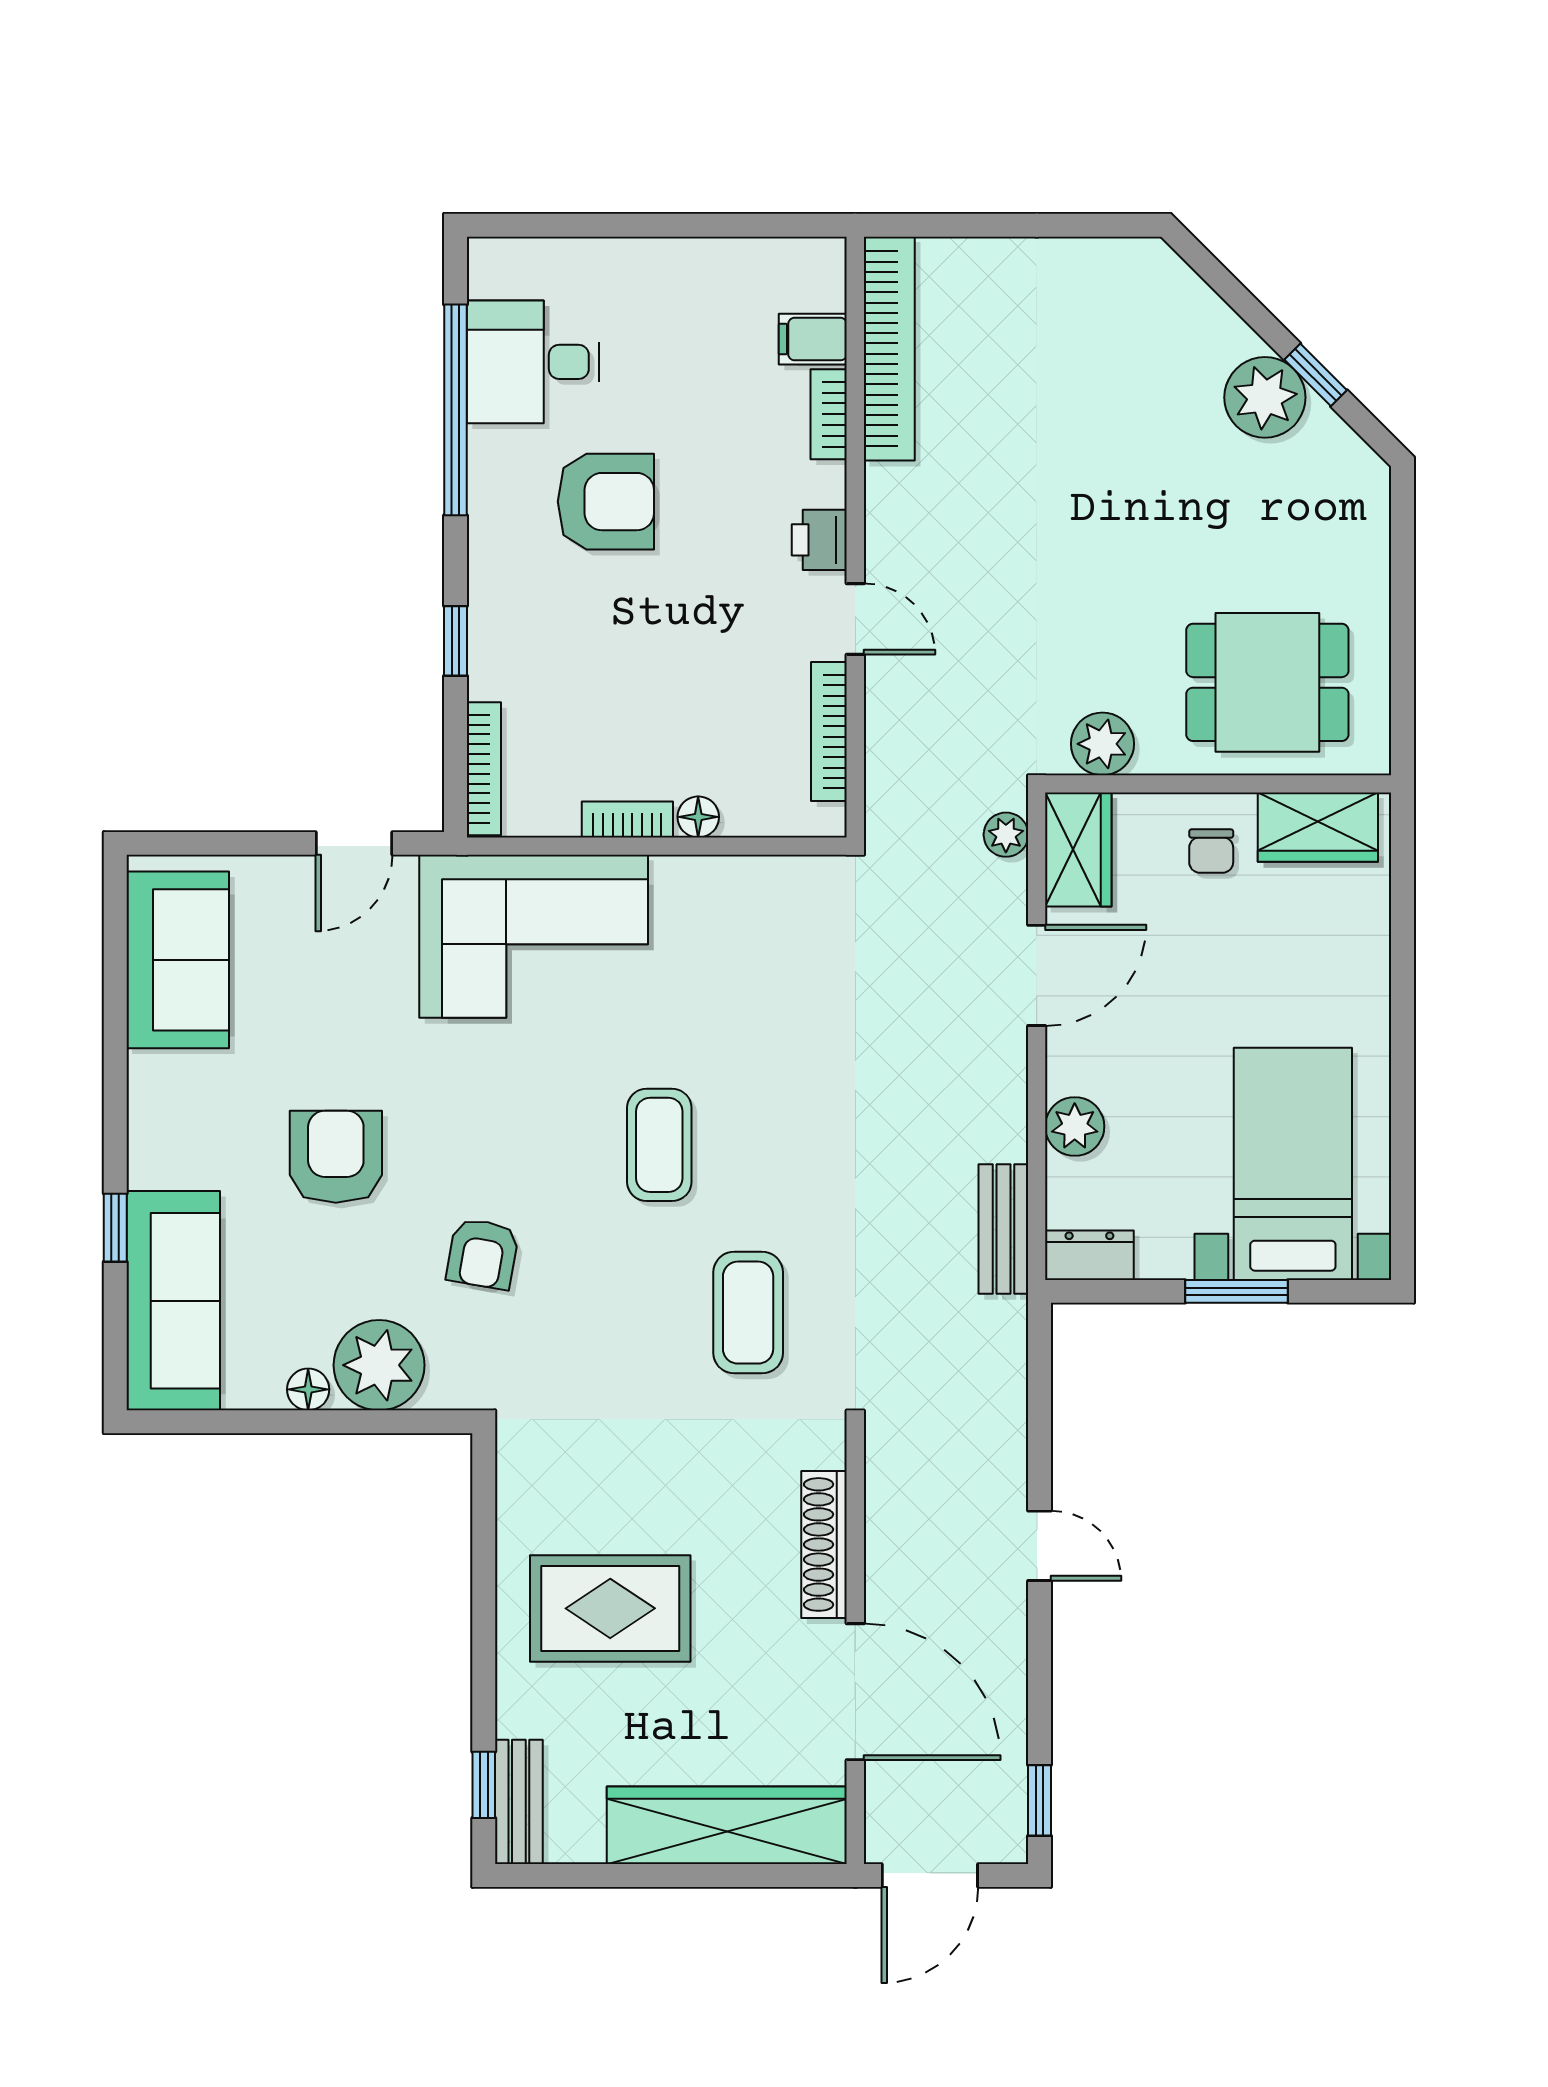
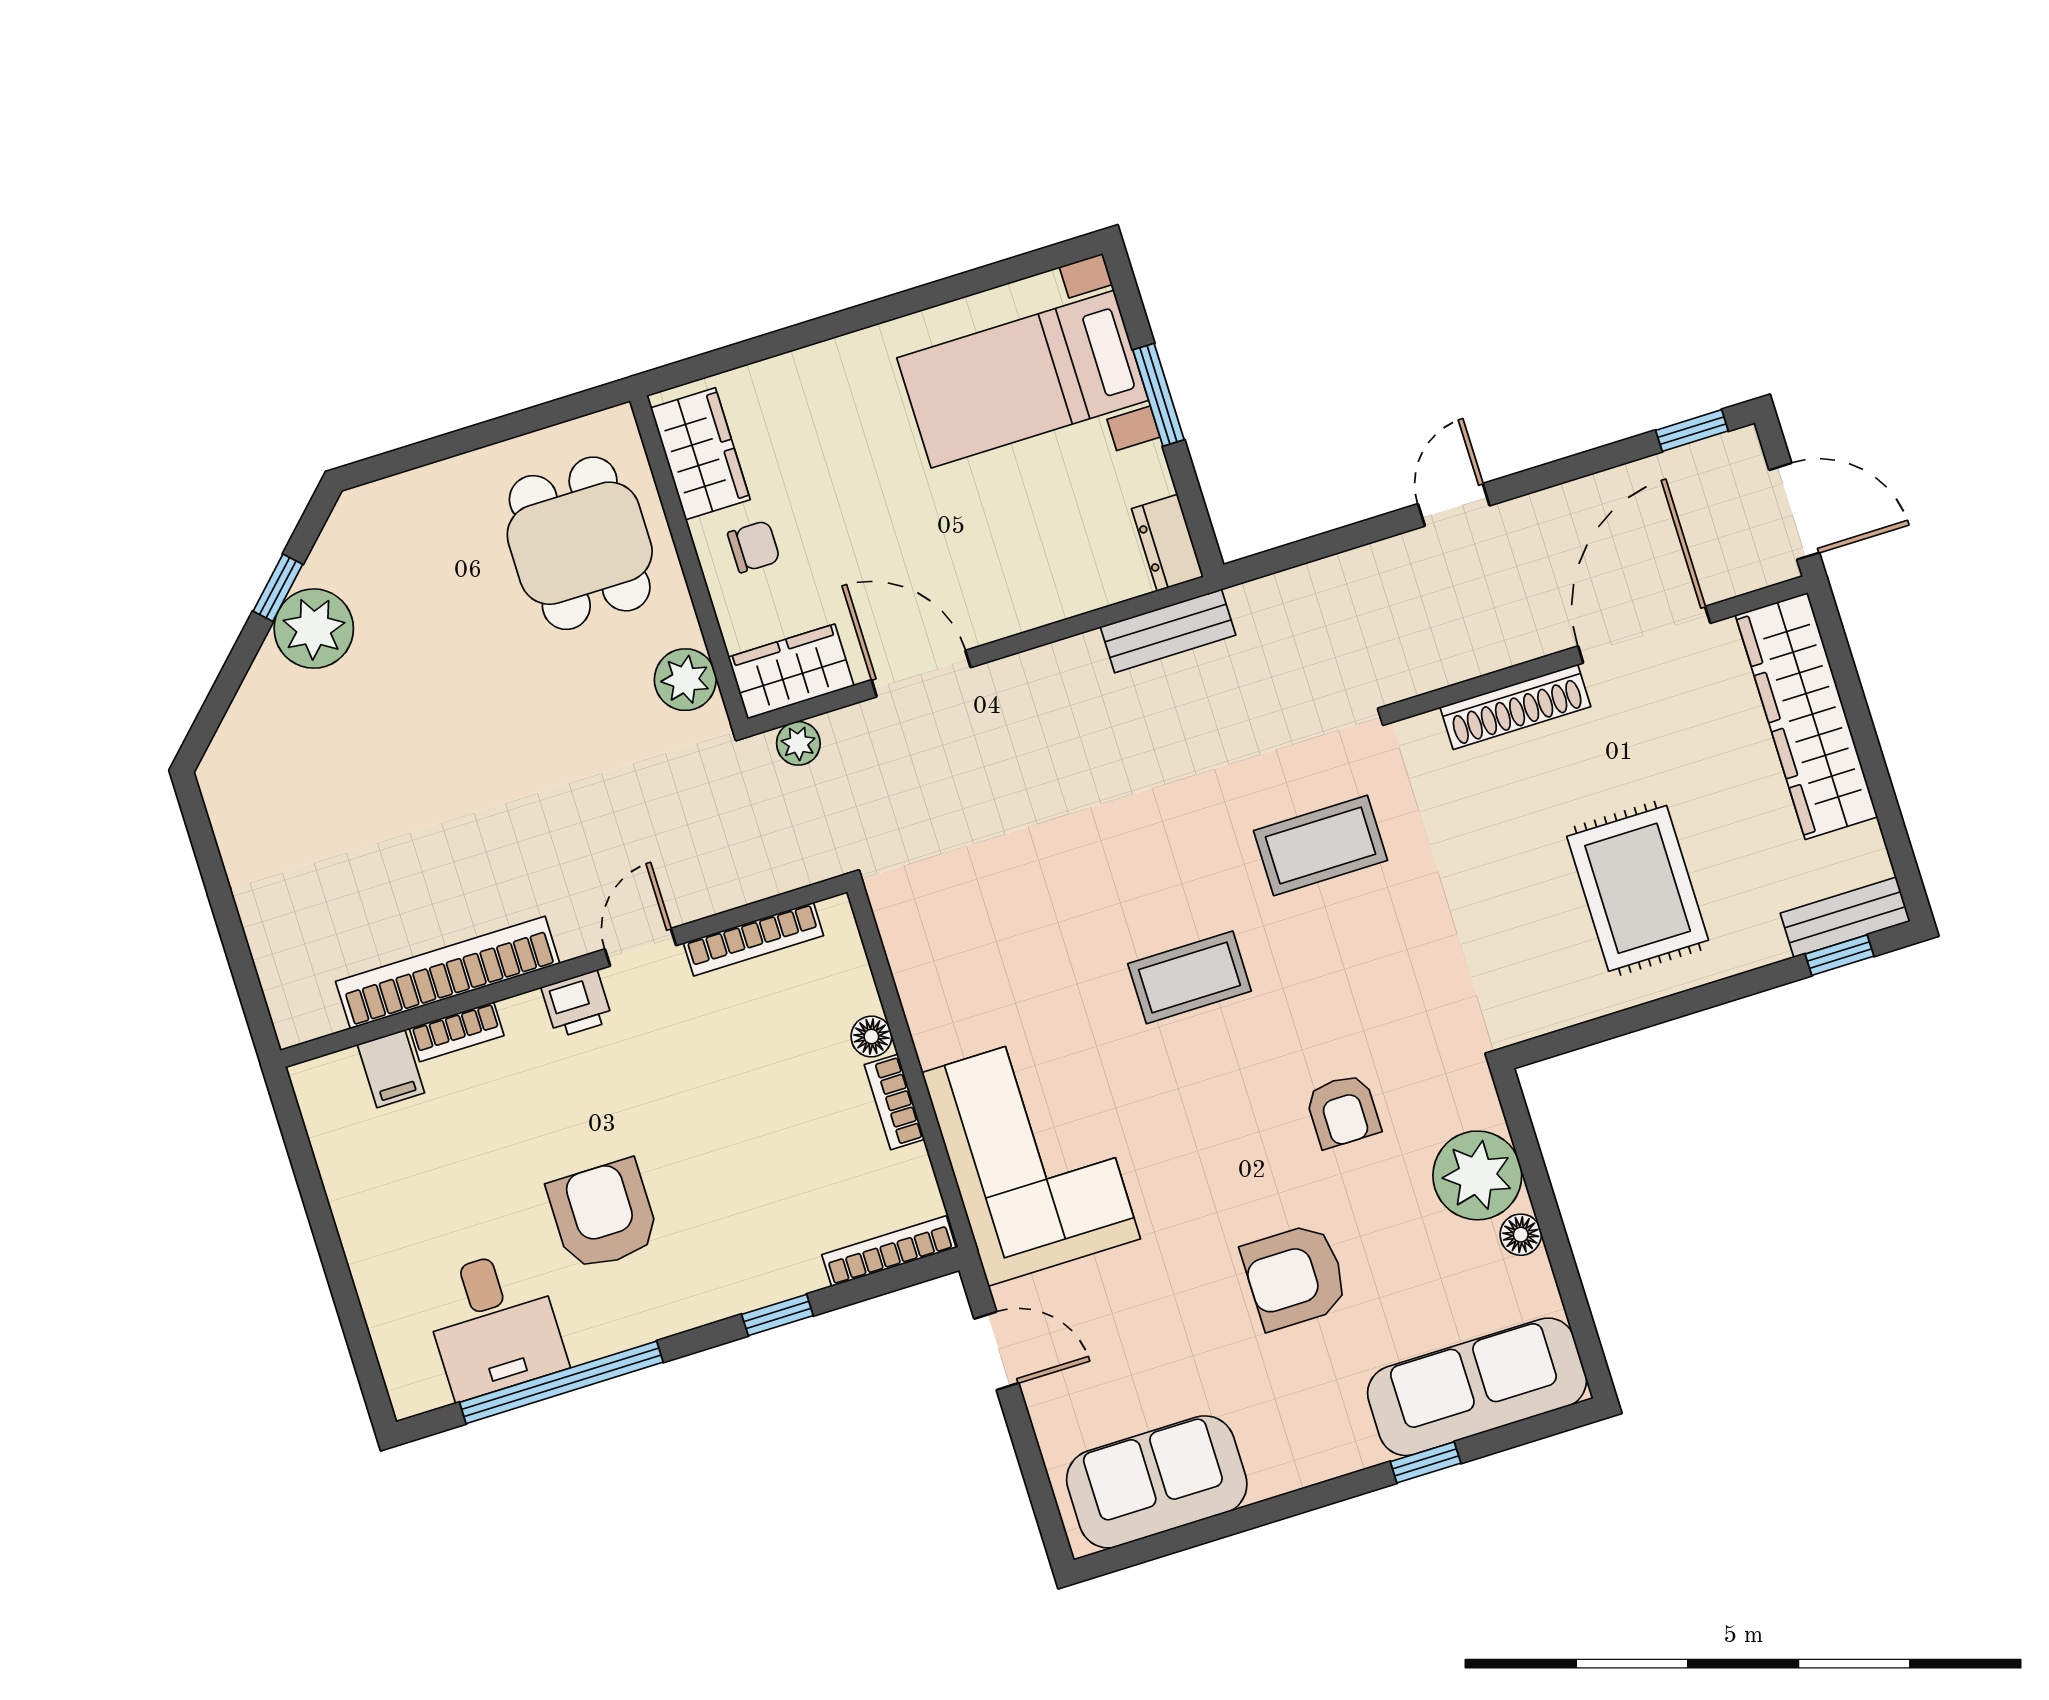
bookcase: (889, 349) -> (448, 973), moved
plant: (1075, 1126) -> (1051, 594), removed
armchair: (483, 1254) -> (1343, 1111), turned 80

